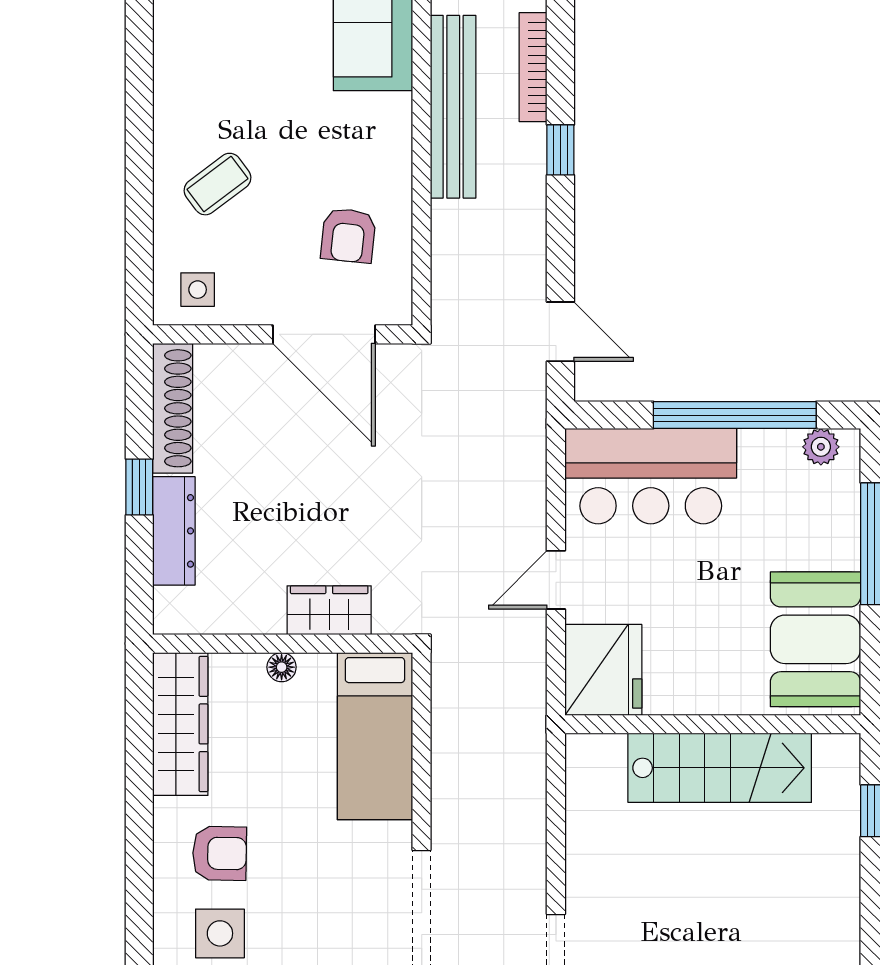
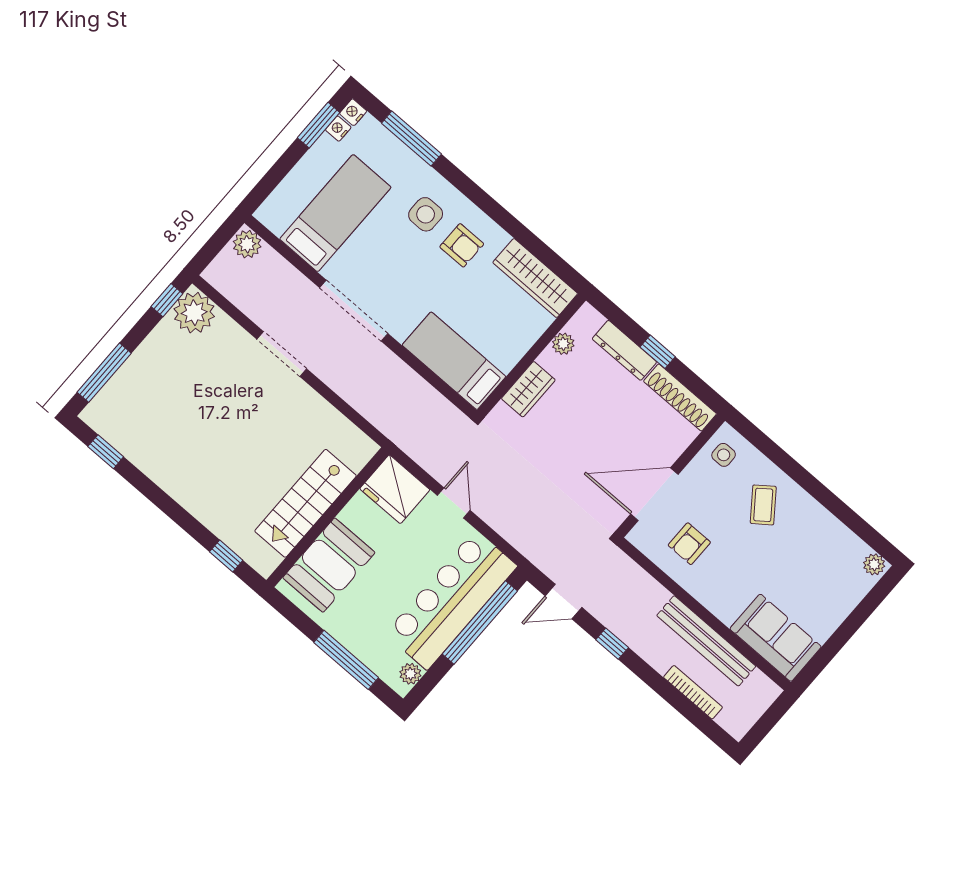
window: (560, 150) -> (612, 644), moved
armchair: (348, 235) -> (689, 544), turned -96
window: (735, 415) -> (480, 622), moved
bar counter: (651, 476) -> (451, 600), width x1.36
plant: (233, 616) -> (563, 344), added
booth: (815, 639) -> (329, 565), moved, turned 90
floor lamp: (282, 667) -> (521, 346), removed
armchair: (220, 853) -> (462, 245), turned -91

